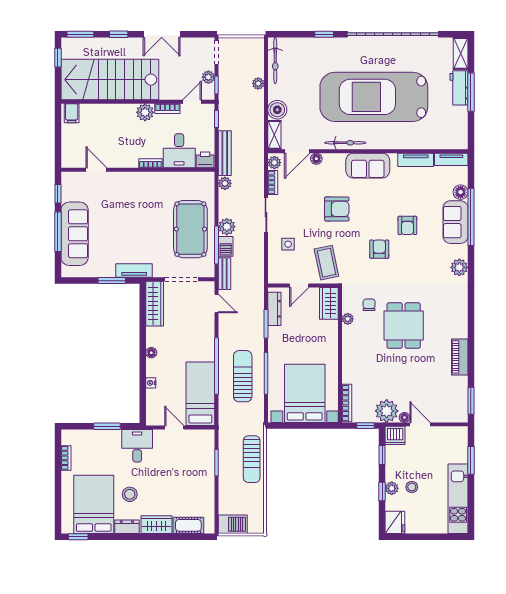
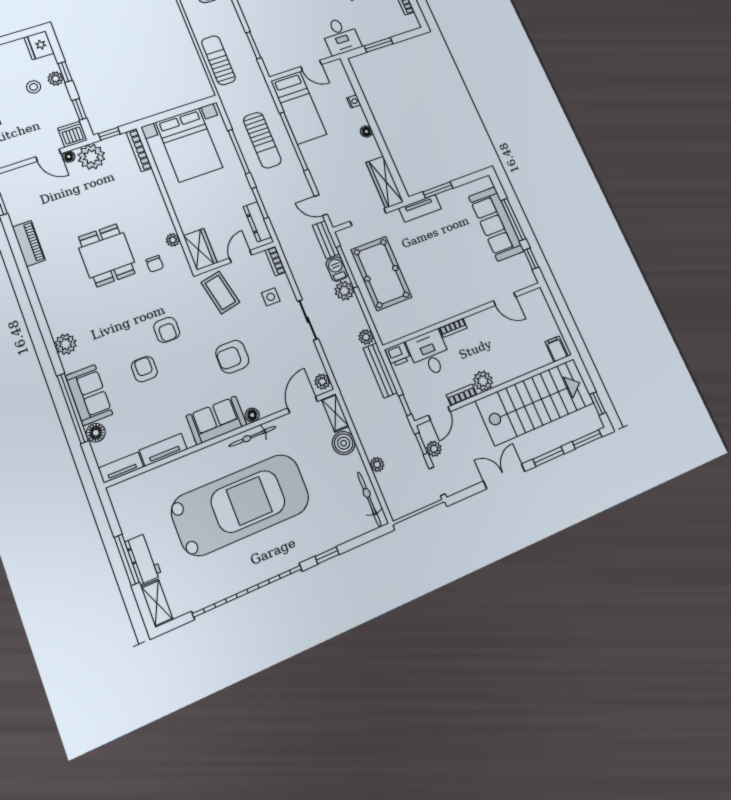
window: (119, 34) -> (549, 456), width x1.50
floor lamp: (316, 159) -> (252, 415), moved
bookcase: (273, 183) -> (275, 261), moved

